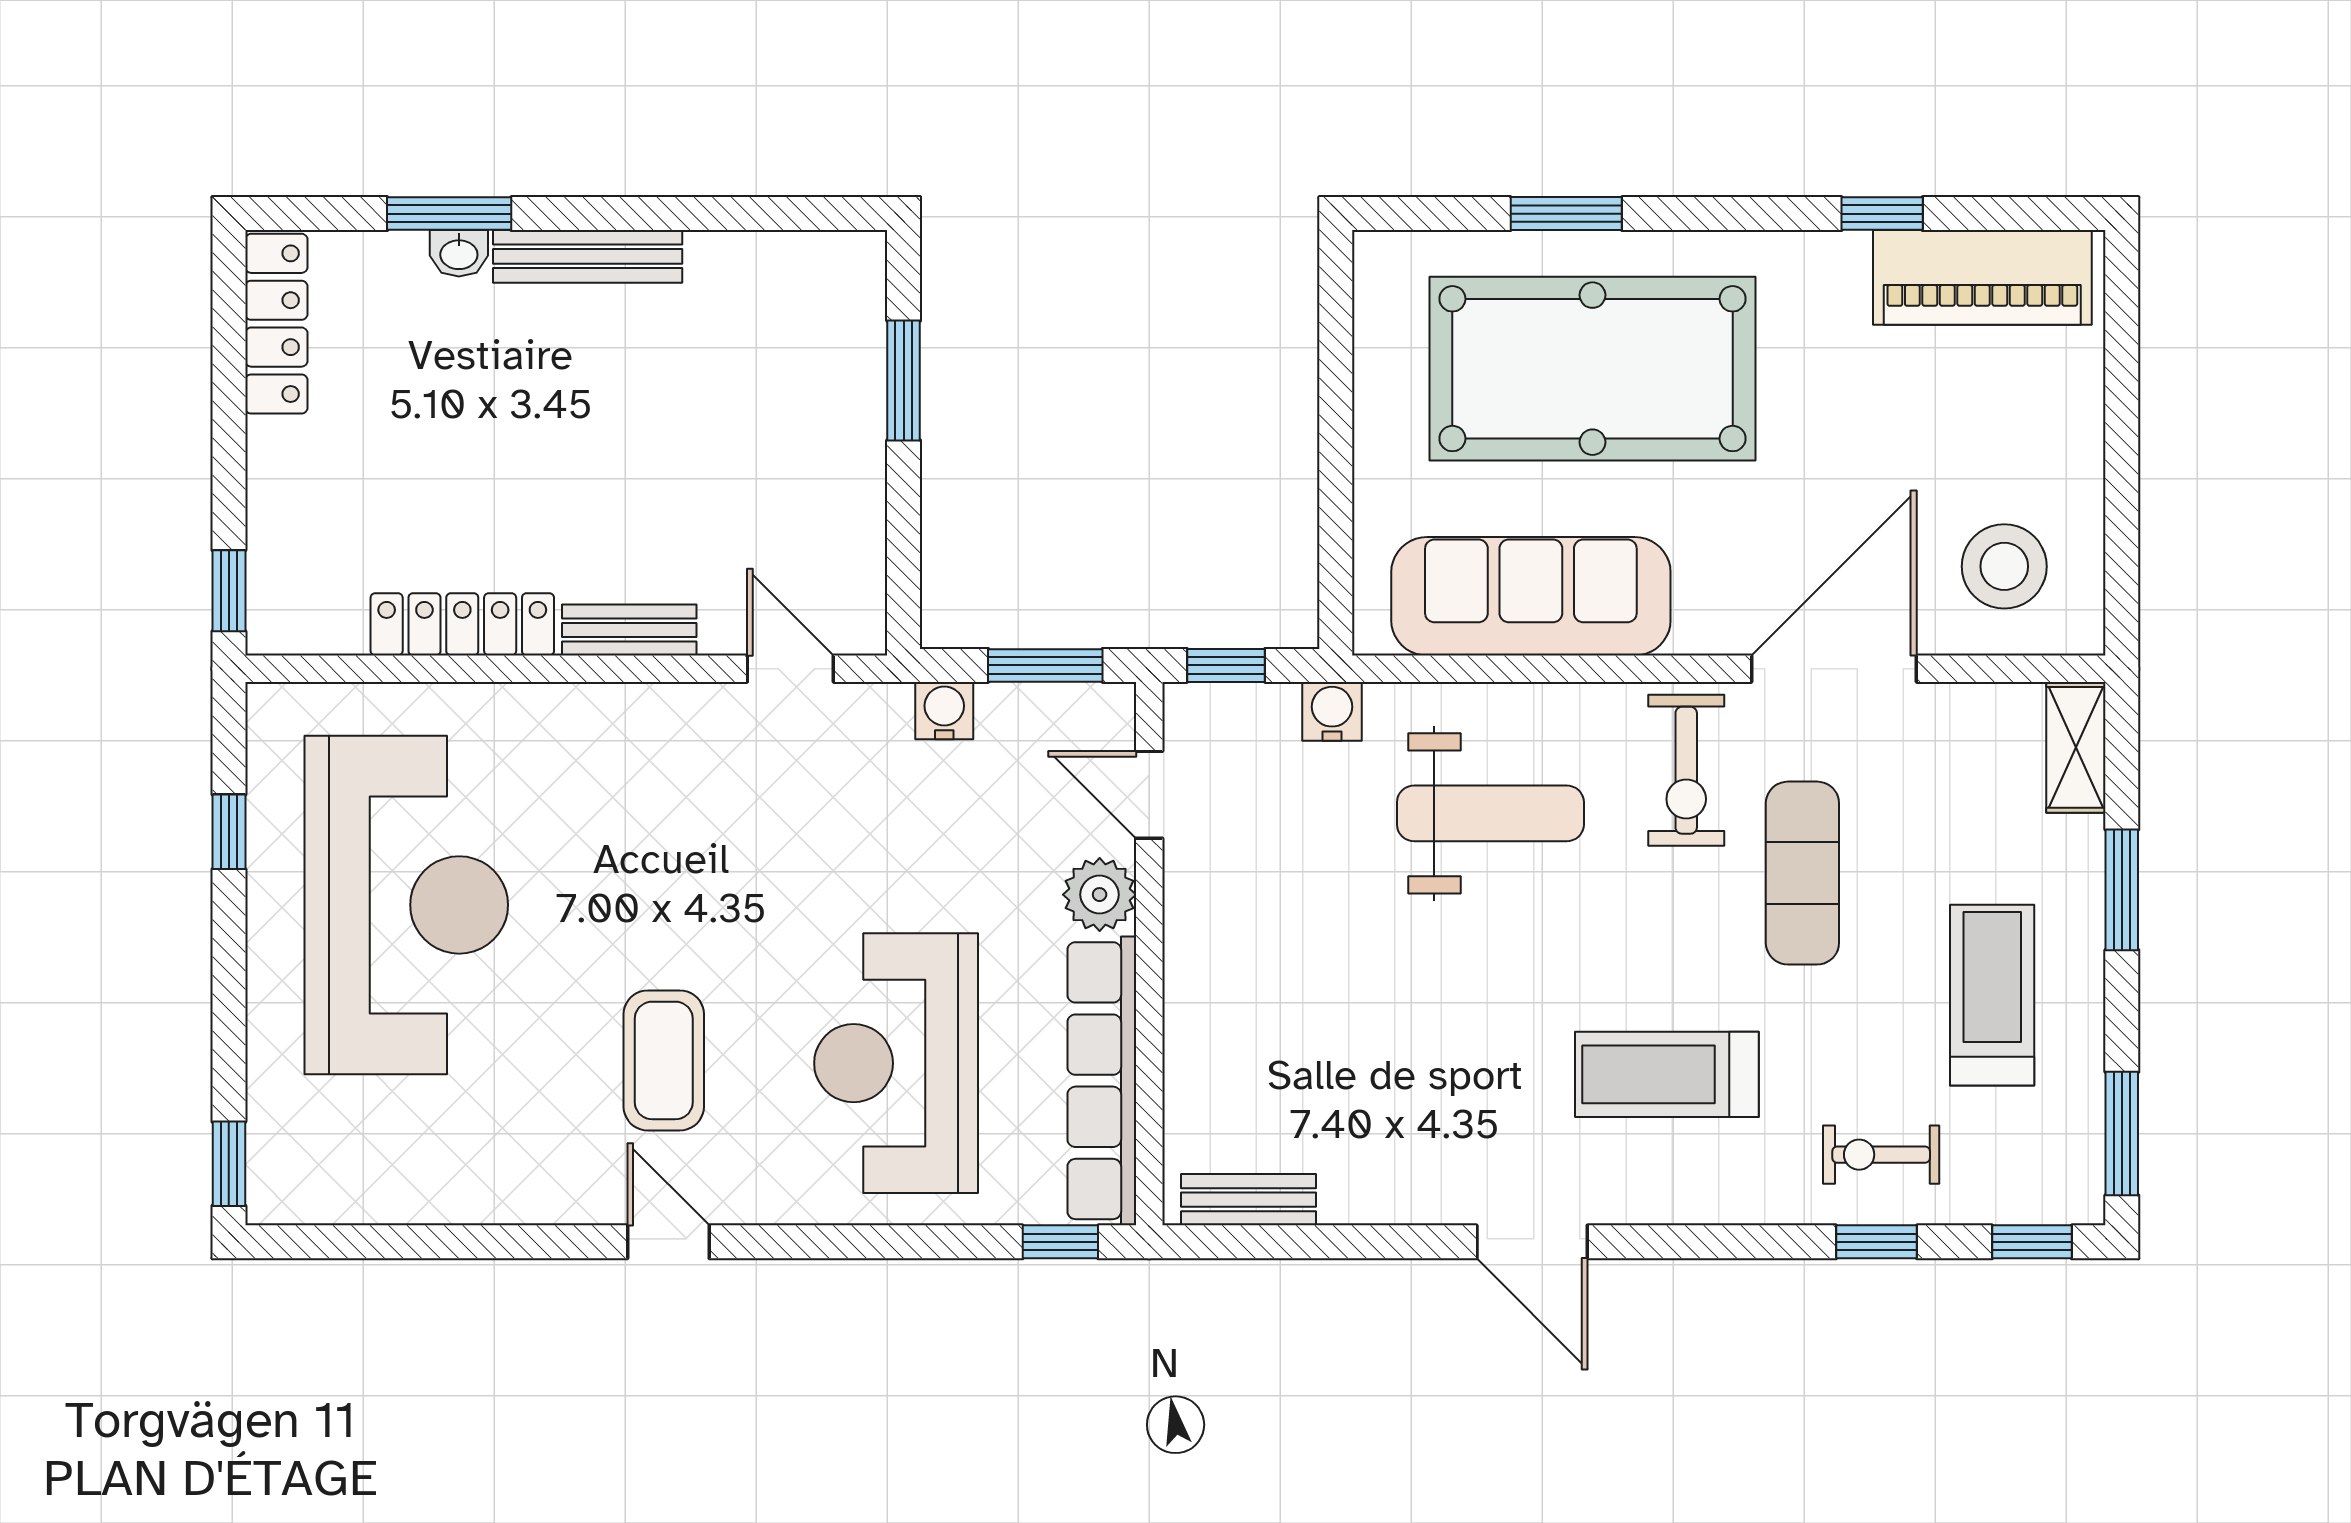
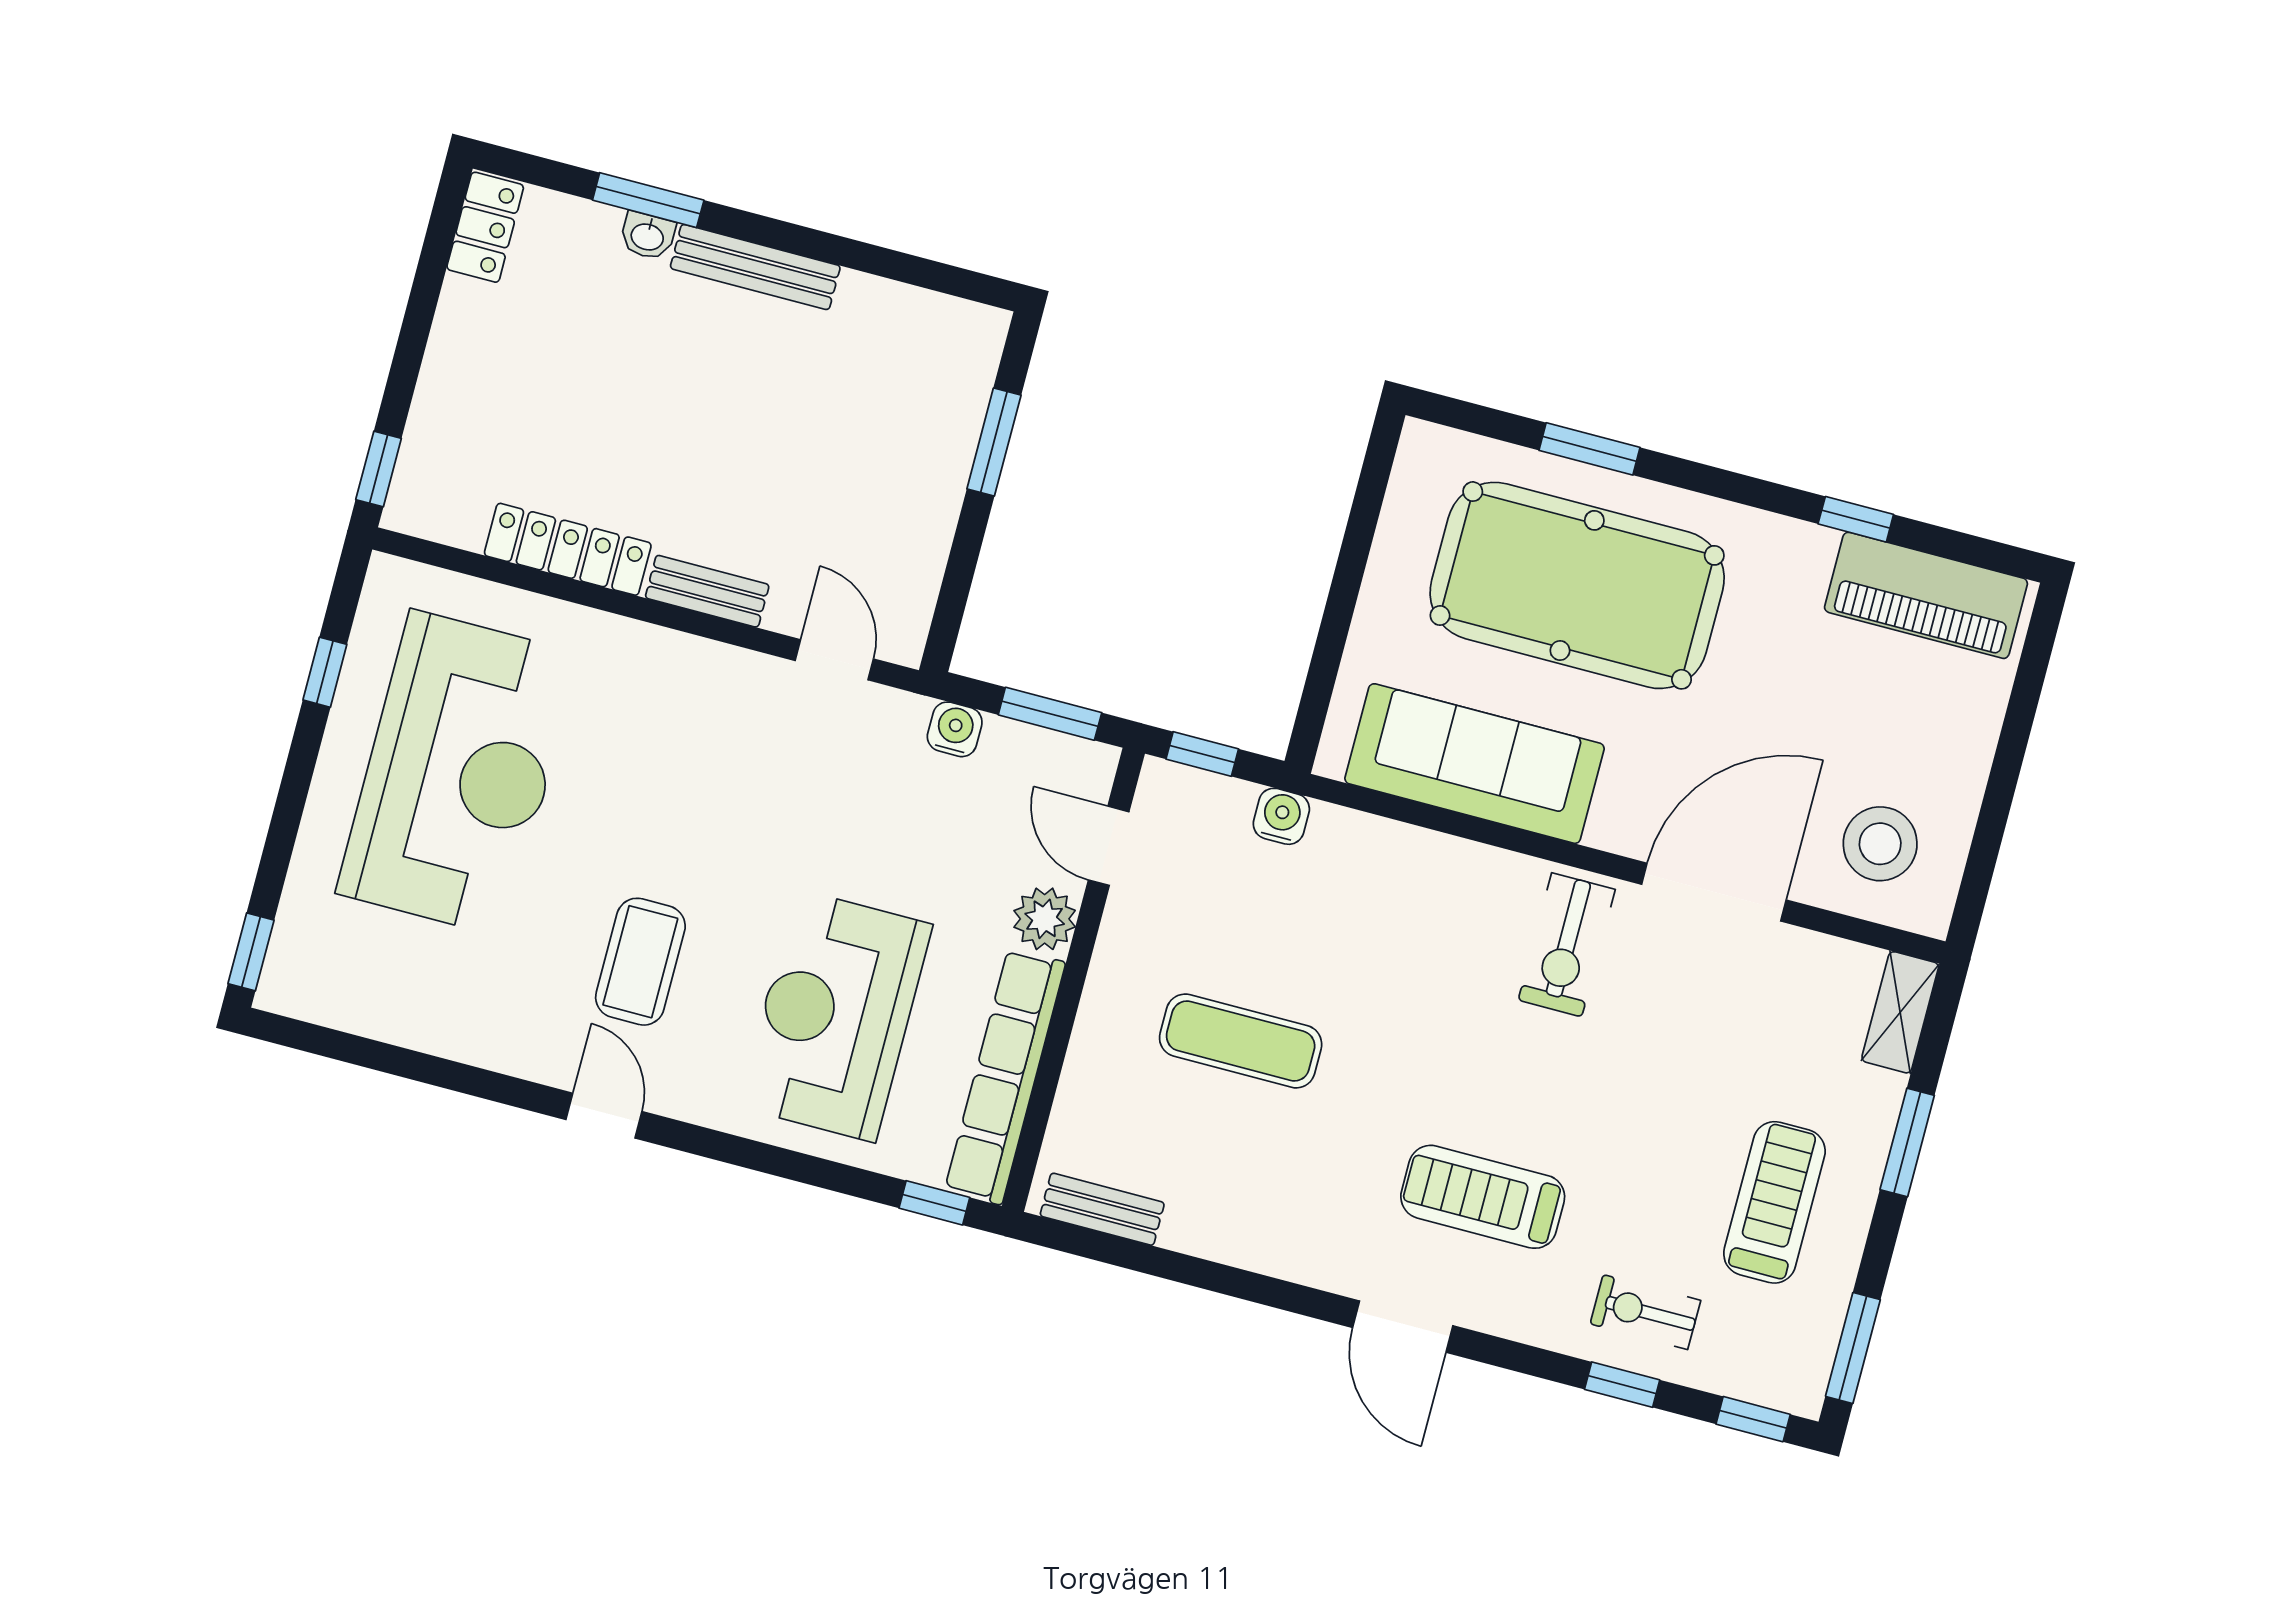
locker: (276, 324) -> (485, 227), width x0.66
weight bench: (1490, 813) -> (1392, 938), removed
exercise mat: (1802, 873) -> (1241, 1041), moved, turned 90
door: (1532, 1242) -> (1403, 1327), moved

